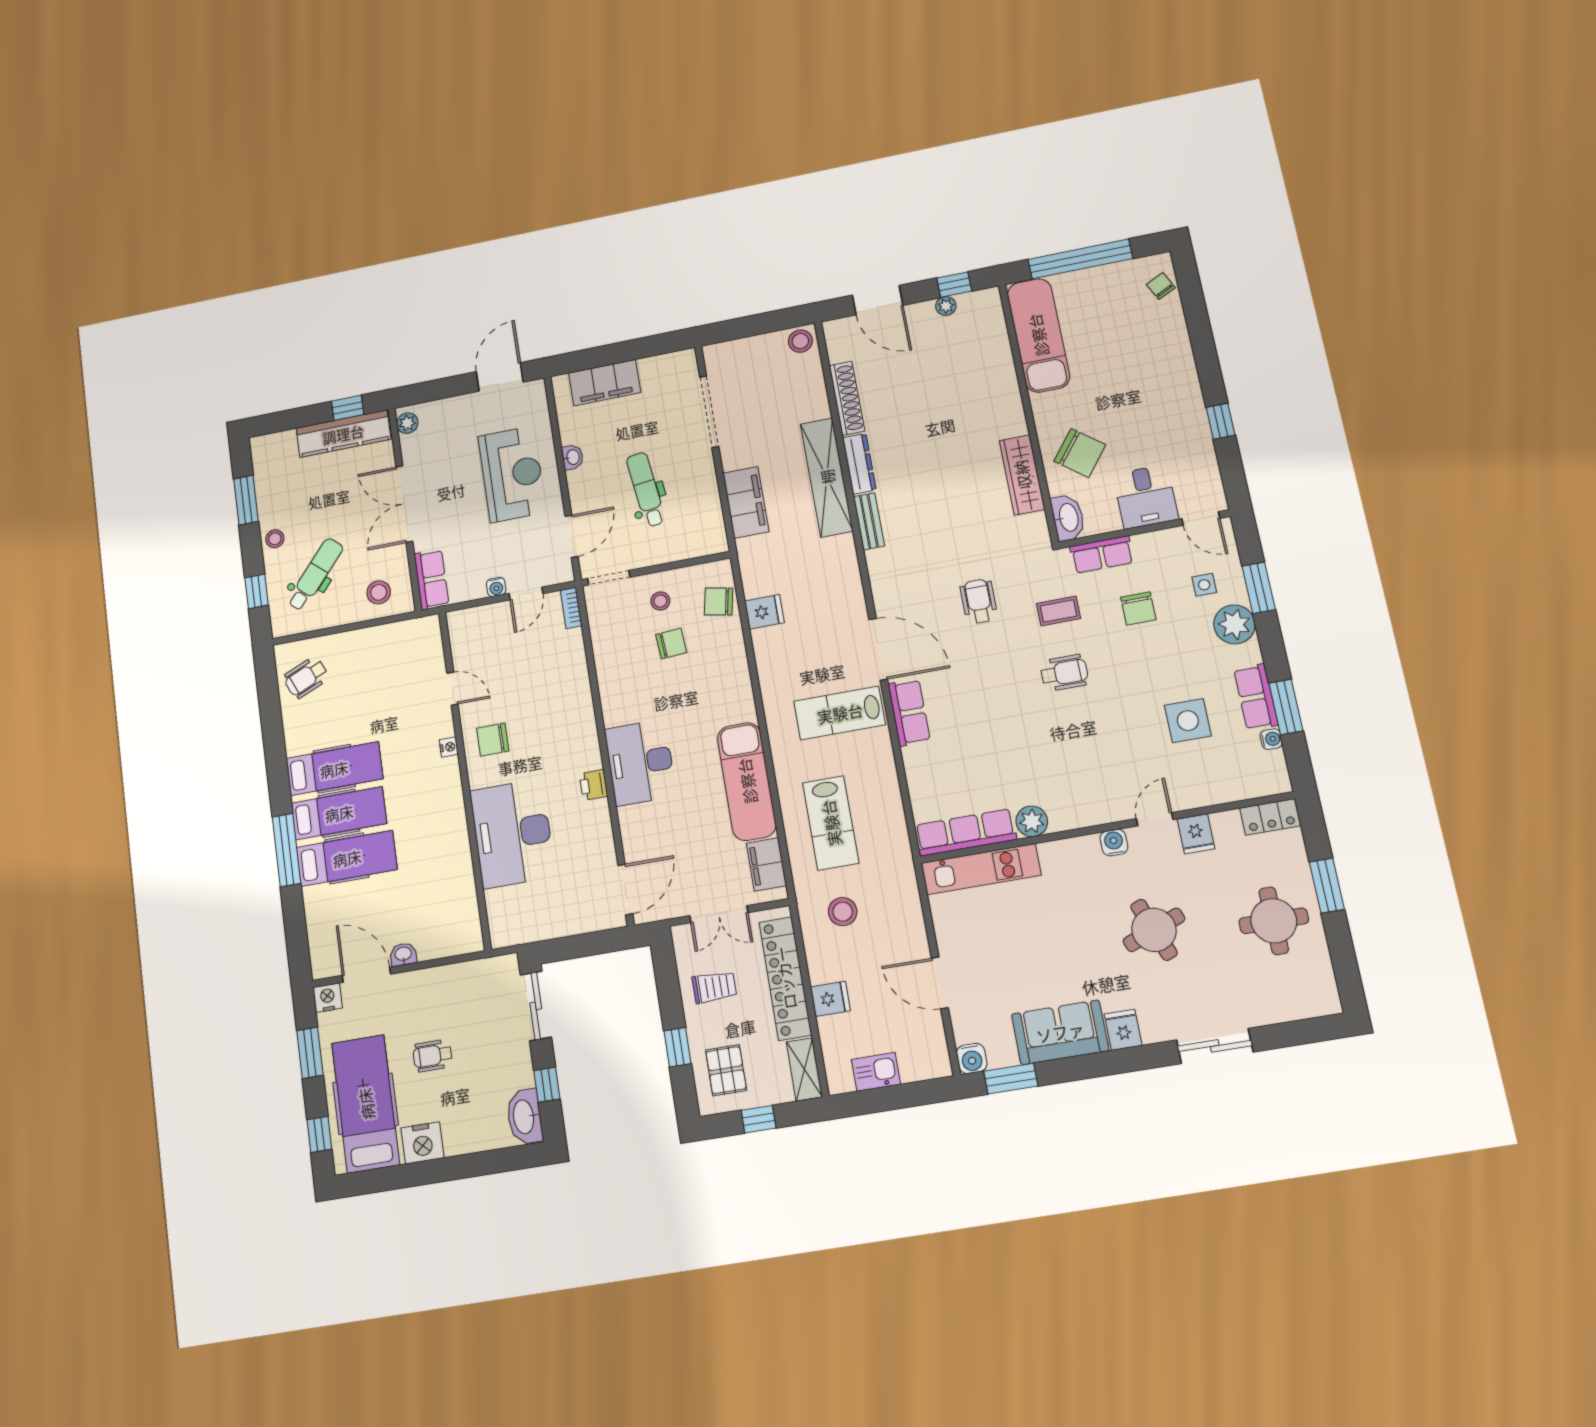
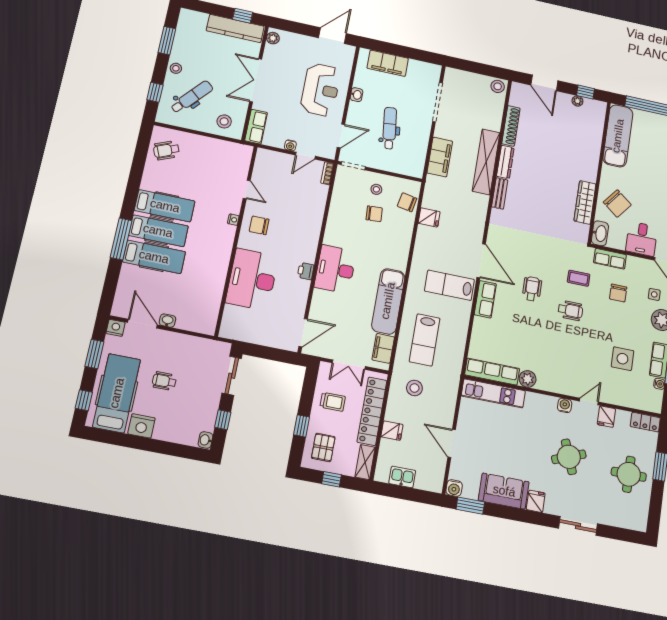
wheelchair: (979, 601) -> (532, 289), moved
washbasin: (524, 1117) -> (205, 440), width x0.52, depth x0.69

